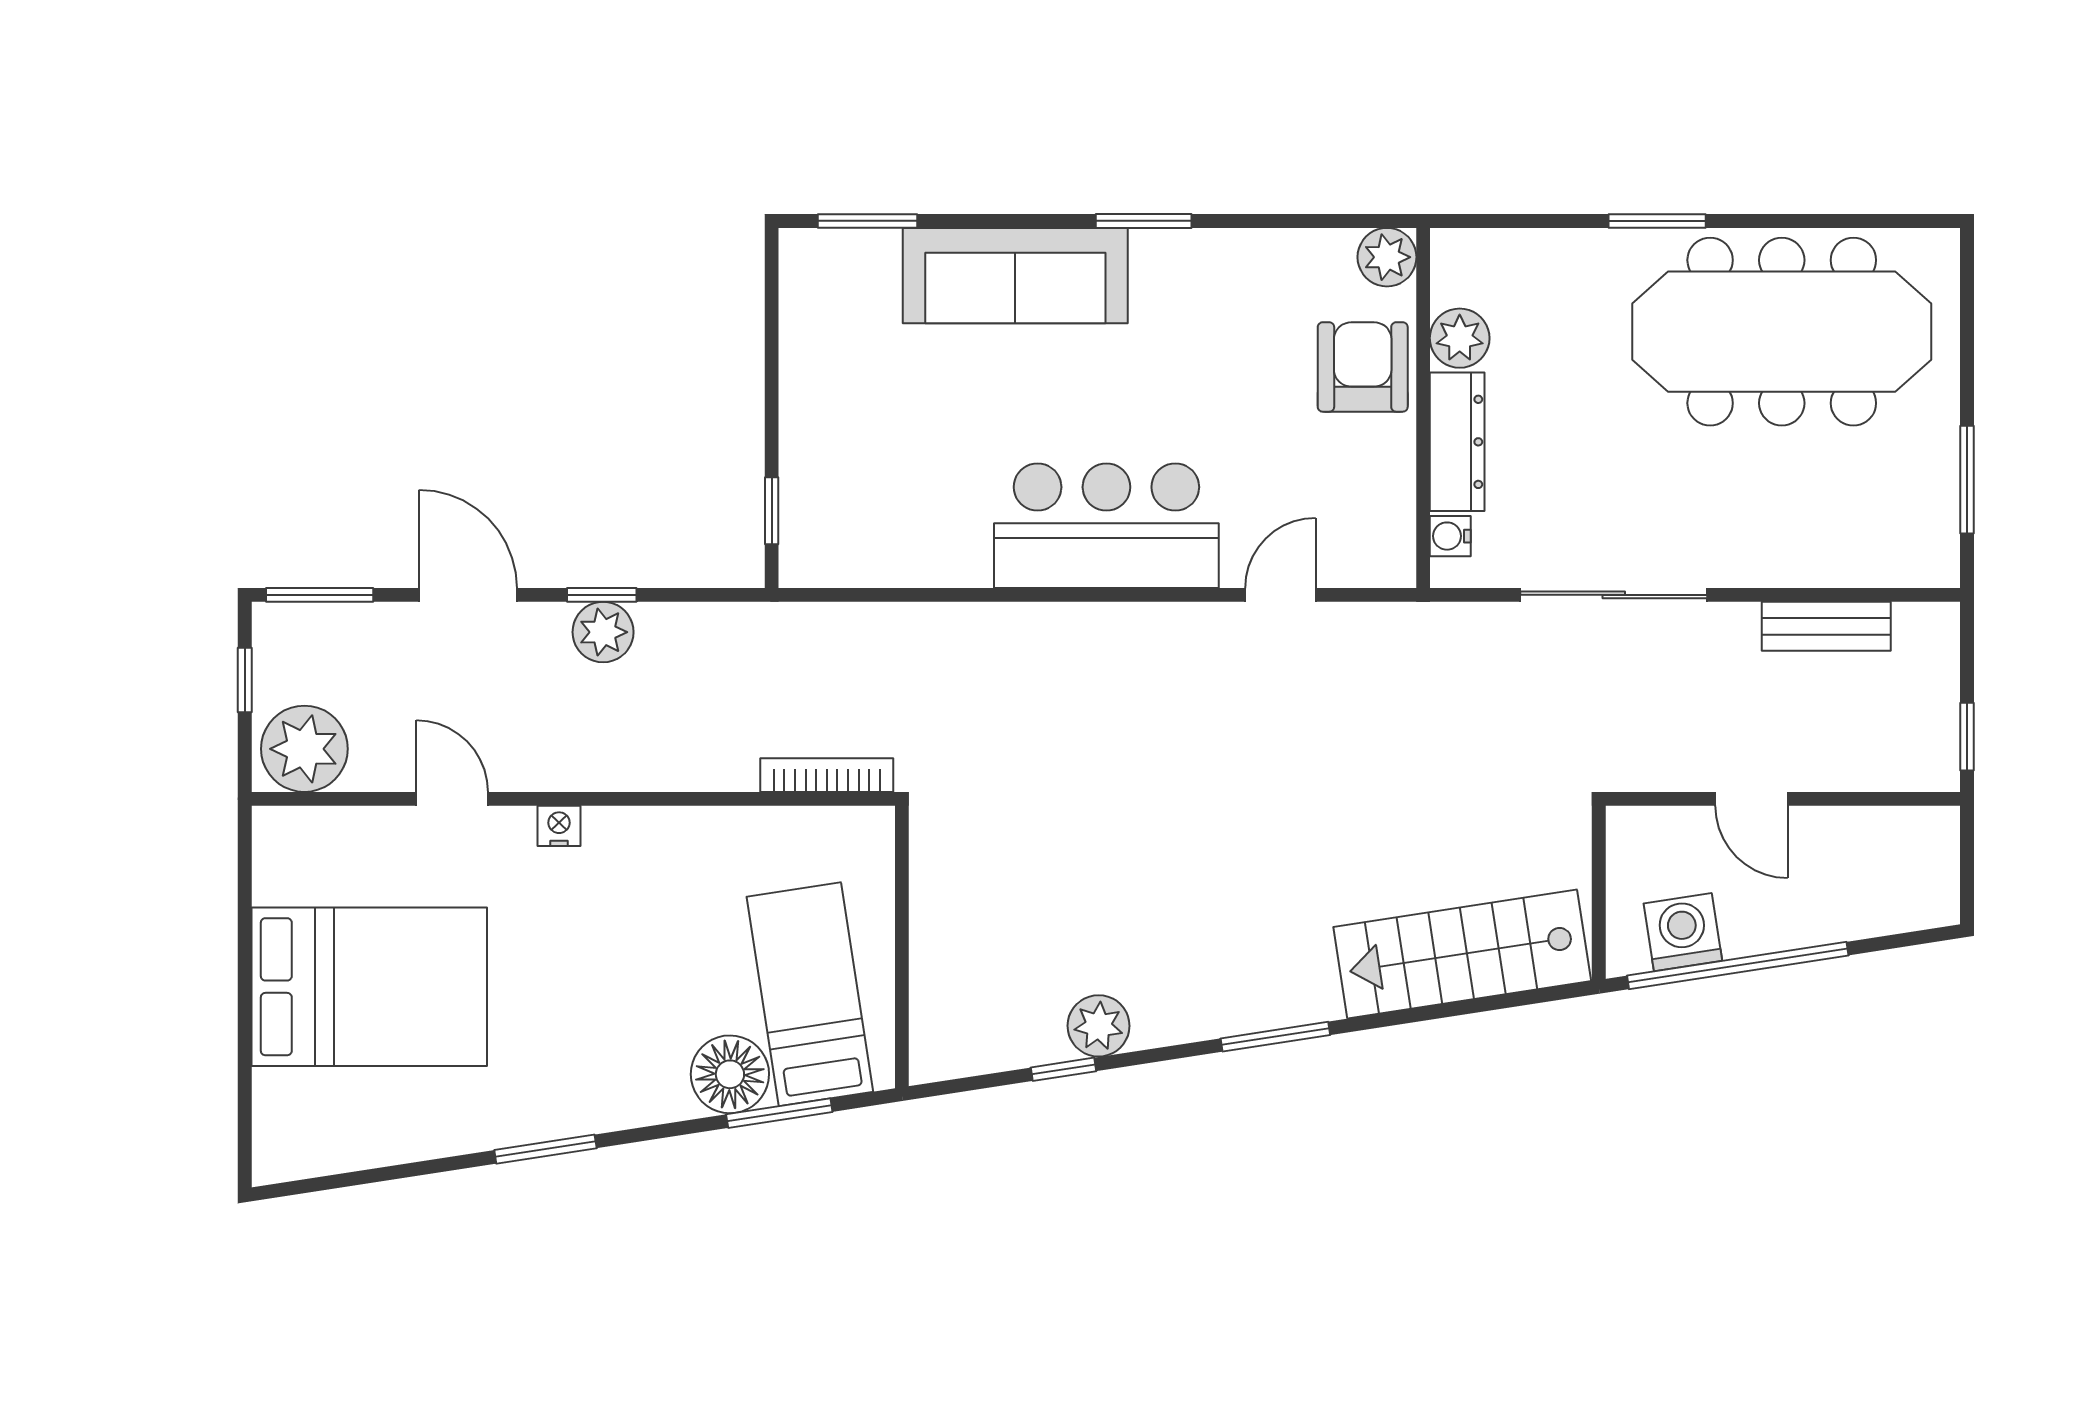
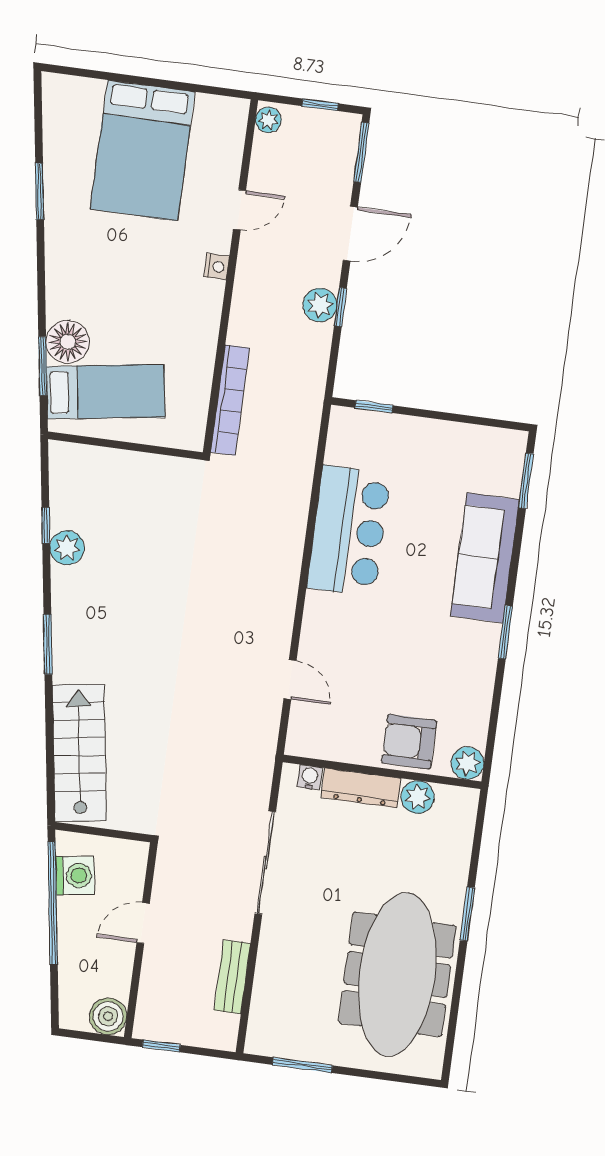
armchair: (1363, 367) -> (409, 742), turned 180
bar counter: (1106, 526) -> (349, 531), moved
plant: (304, 749) -> (268, 120), width x0.53, depth x0.53
bookcase: (827, 775) -> (230, 400), width x1.48, depth x1.31
boiler: (1927, 839) -> (108, 1016), added
window: (545, 1149) -> (40, 191), moved

